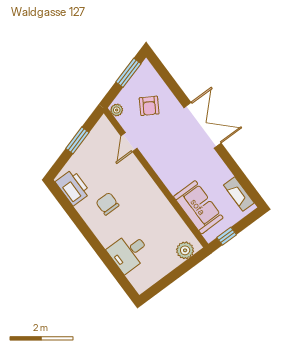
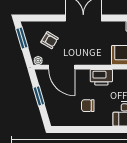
door: (129, 142) -> (62, 67), width x1.87
printer: (73, 187) -> (101, 77), moved, turned 180

